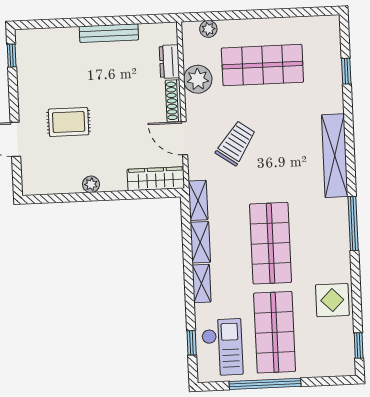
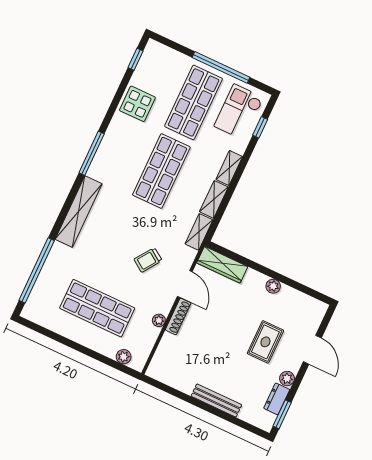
bench: (109, 33) -> (216, 400), moved
window: (12, 56) -> (282, 414), width x1.50
dresser: (169, 62) -> (277, 399), moved, turned 180
window: (346, 71) -> (37, 270), width x3.17
plant: (198, 79) -> (159, 320), width x0.53, depth x0.53
plant: (26, 96) -> (287, 378), added
rug: (69, 122) -> (265, 342), turned 90
trolley: (236, 143) -> (148, 260), width x0.73, depth x0.72

